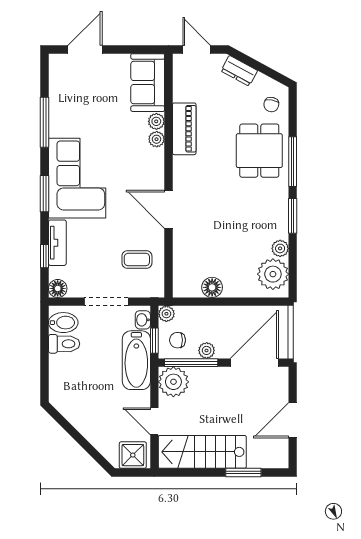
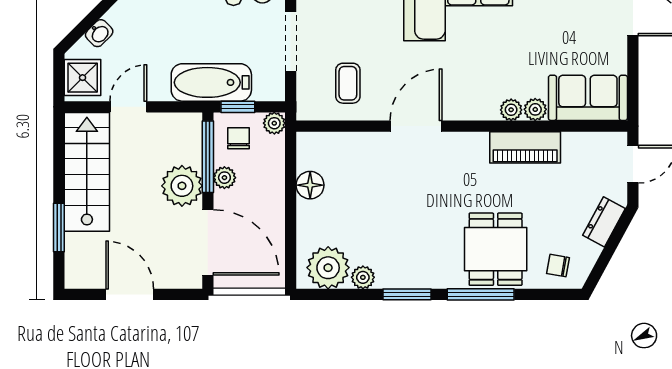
dining table: (259, 151) -> (496, 249), turned 90
washbasin: (143, 320) -> (99, 33), moved, turned 135
plant: (173, 382) -> (182, 186), moved

